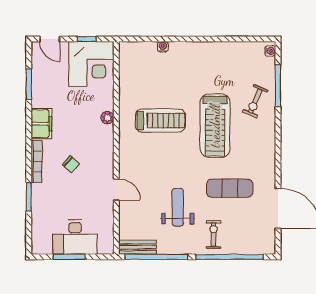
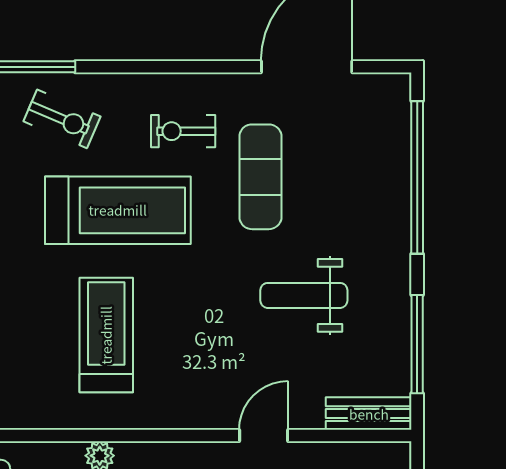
exercise bike: (214, 234) -> (183, 131), moved
bench: (138, 247) -> (369, 414), moved, turned 90
window: (156, 257) -> (417, 344), width x0.68

